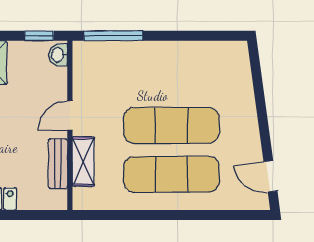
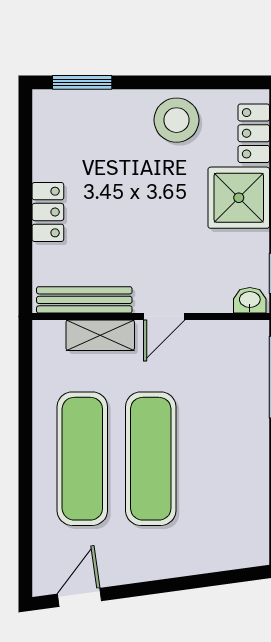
door: (70, 116) -> (164, 317), swing flipped
bench: (58, 164) -> (84, 300), width x1.36

